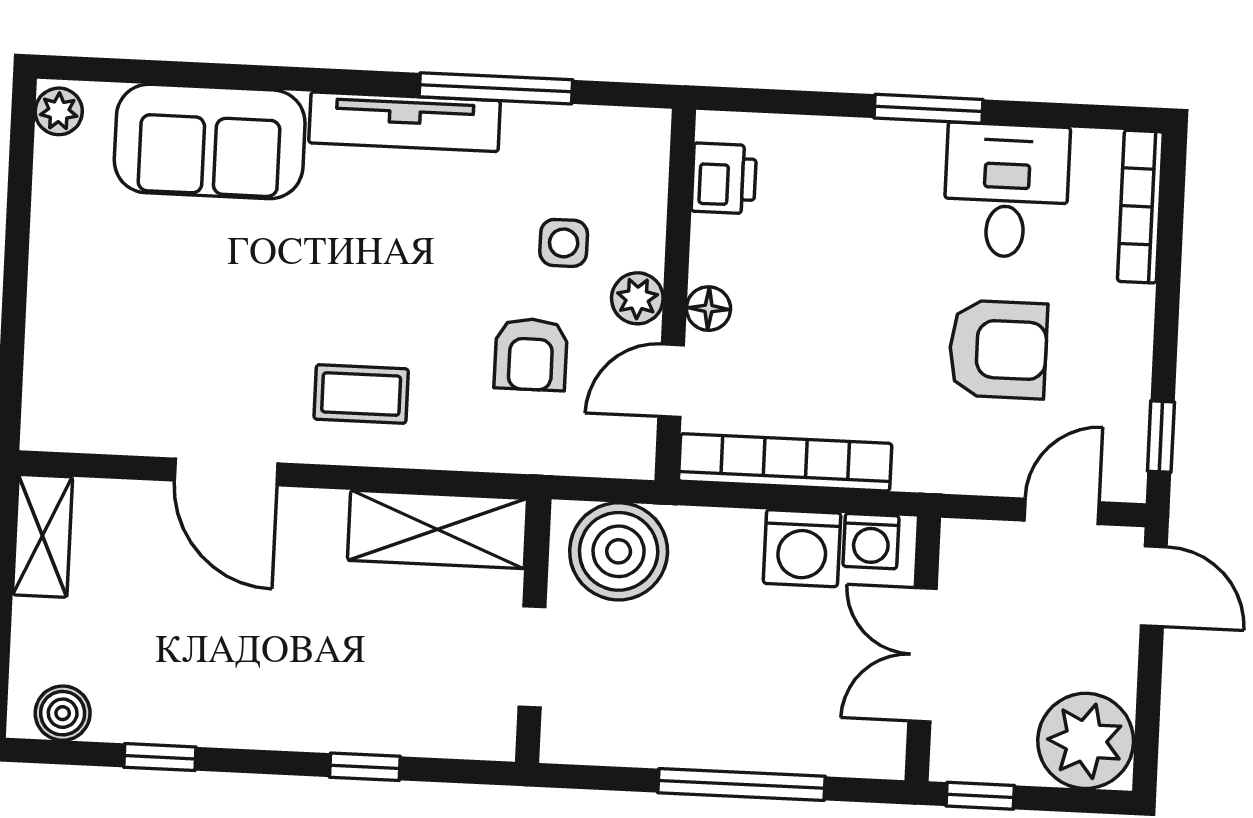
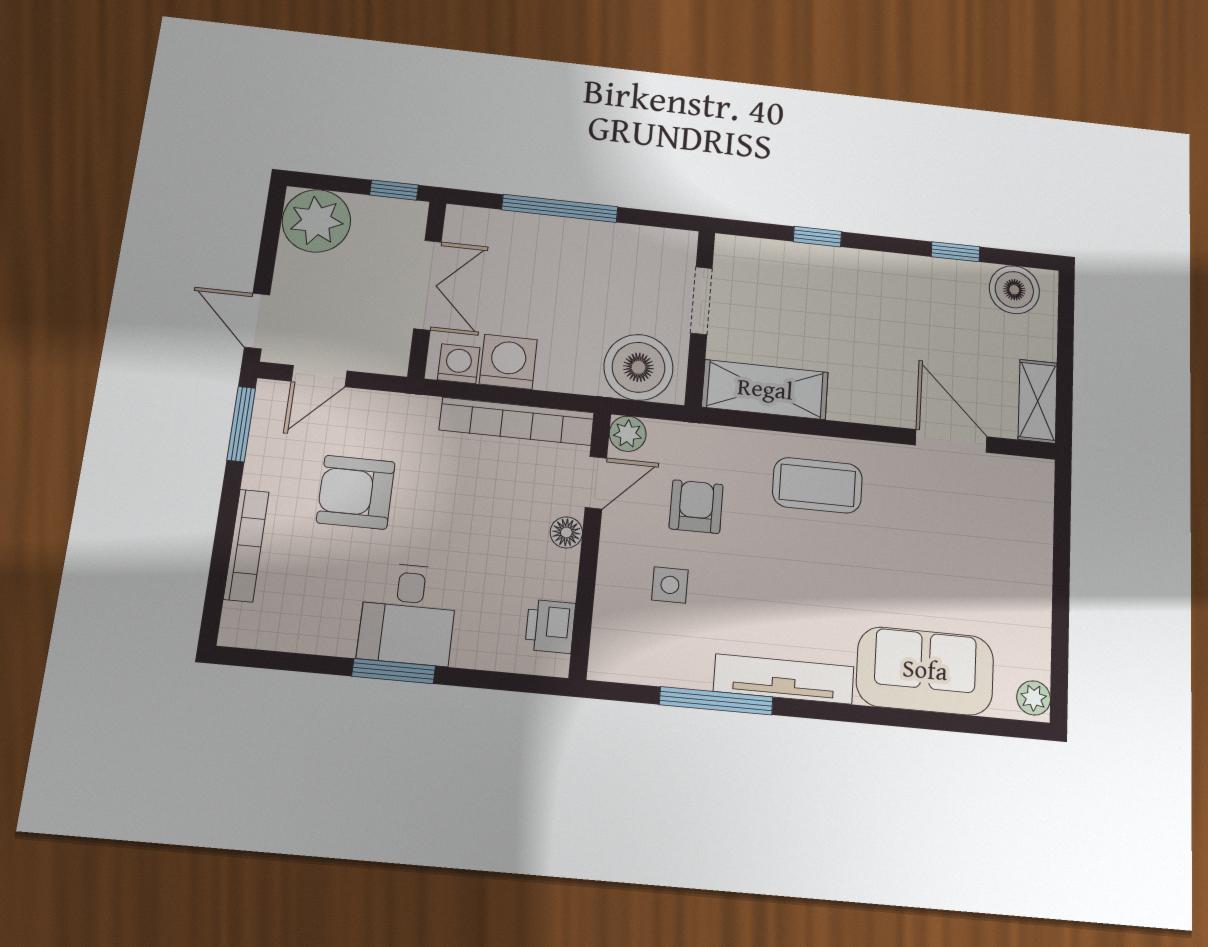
desk: (1006, 190) -> (408, 614), moved
bookcase: (1140, 207) -> (246, 545), moved
plant: (637, 298) -> (628, 434), moved
coffee table: (361, 394) -> (817, 485), width x1.36, depth x1.30
window: (1161, 437) -> (241, 424), width x1.50
door: (226, 472) -> (951, 441), moved
boiler: (63, 713) -> (1014, 290), width x1.36, depth x1.36

